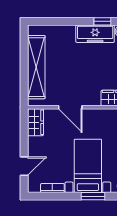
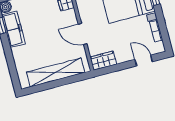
door: (70, 107) -> (83, 34), swing flipped

